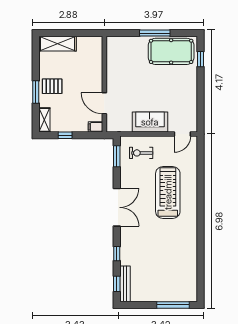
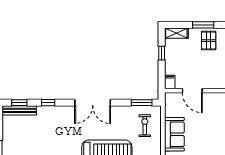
door: (104, 103) -> (192, 91), swing flipped

